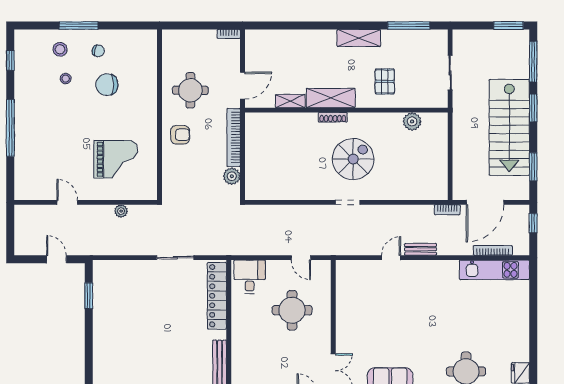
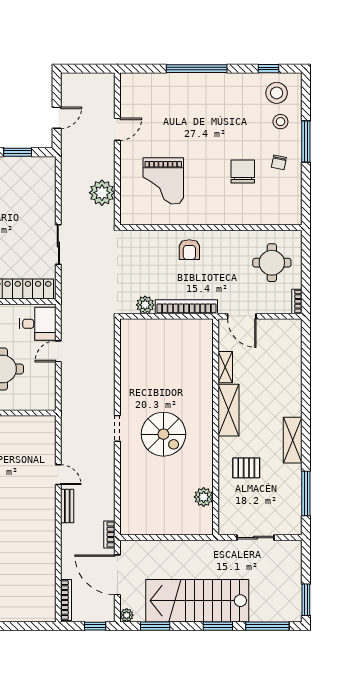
stool: (66, 79) -> (277, 93), moved, width x1.89, depth x1.89
round table: (190, 90) -> (272, 263), moved
shoe rack: (333, 117) -> (208, 412), removed
plant: (523, 194) -> (127, 615), added
plant: (121, 211) -> (102, 193), width x1.87, depth x1.87
bookcase: (493, 250) -> (66, 600), moved
door: (301, 258) -> (58, 351), moved
kitchen unit: (494, 270) -> (45, 585), removed

